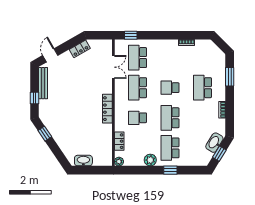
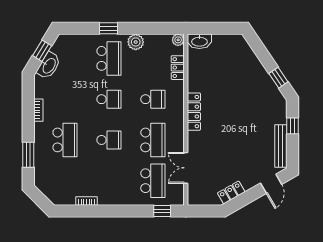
school desk: (170, 118) -> (109, 99), width x0.54
washbasin: (83, 161) -> (199, 41), moved

